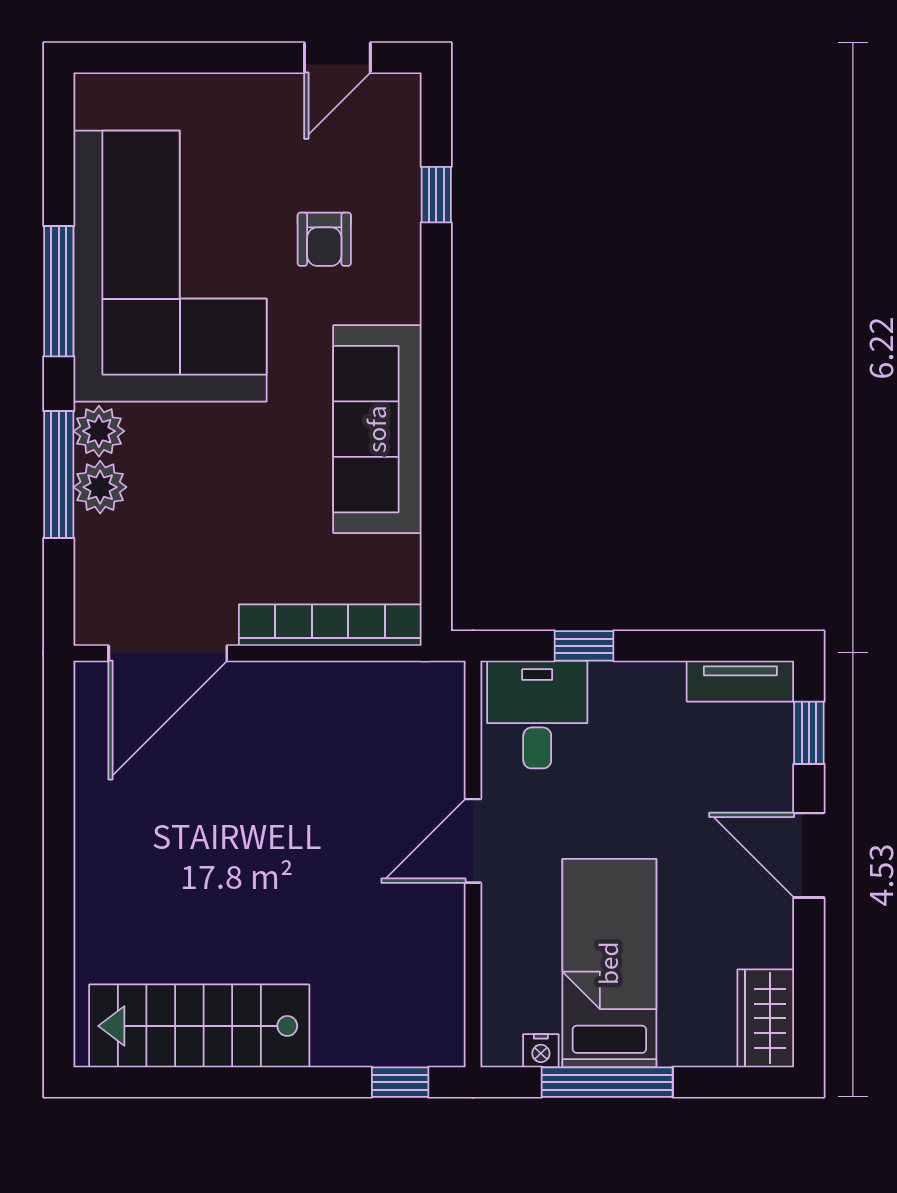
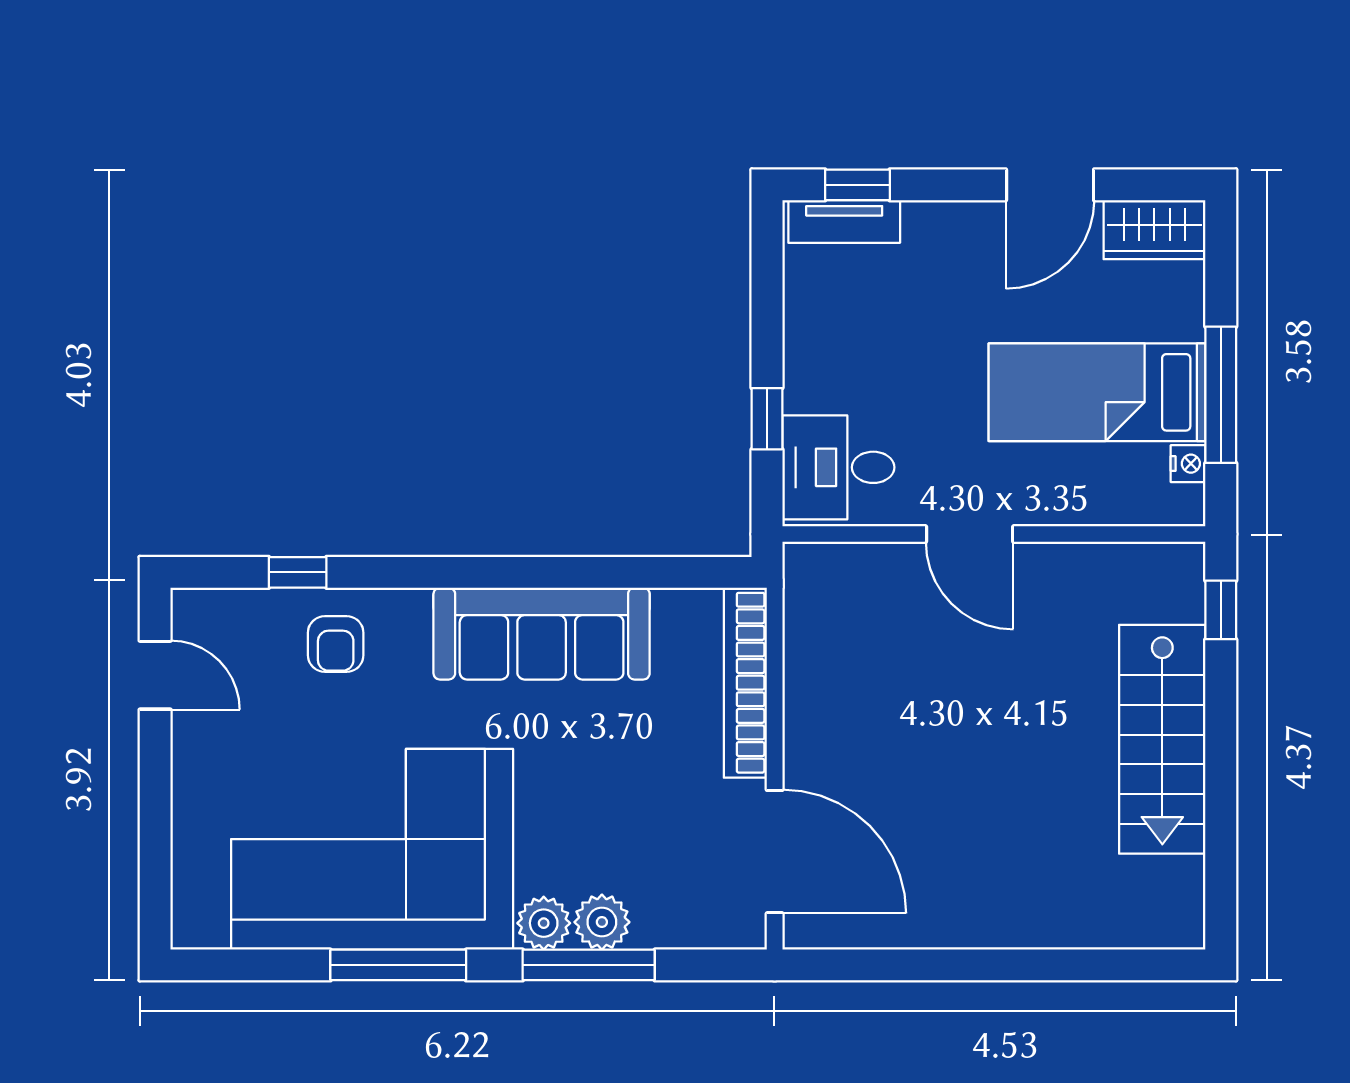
armchair: (324, 239) -> (336, 644), moved, turned 90
tv unit: (740, 681) -> (844, 221), moved, turned 90
door: (809, 855) -> (1050, 185), moved
stairs: (199, 1026) -> (1162, 739), moved

